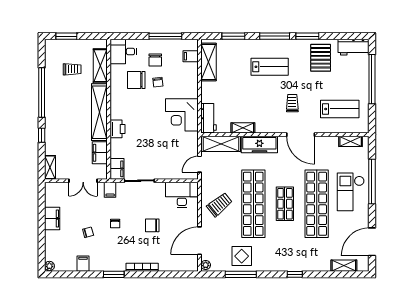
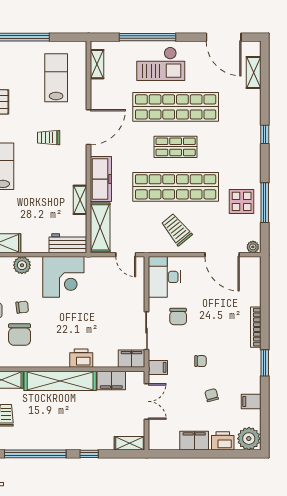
plant: (191, 82) -> (22, 265), added
chair: (152, 225) -> (178, 316), moved
printer: (52, 241) -> (223, 441), added
plant: (49, 266) -> (249, 439), width x1.88, depth x1.88

